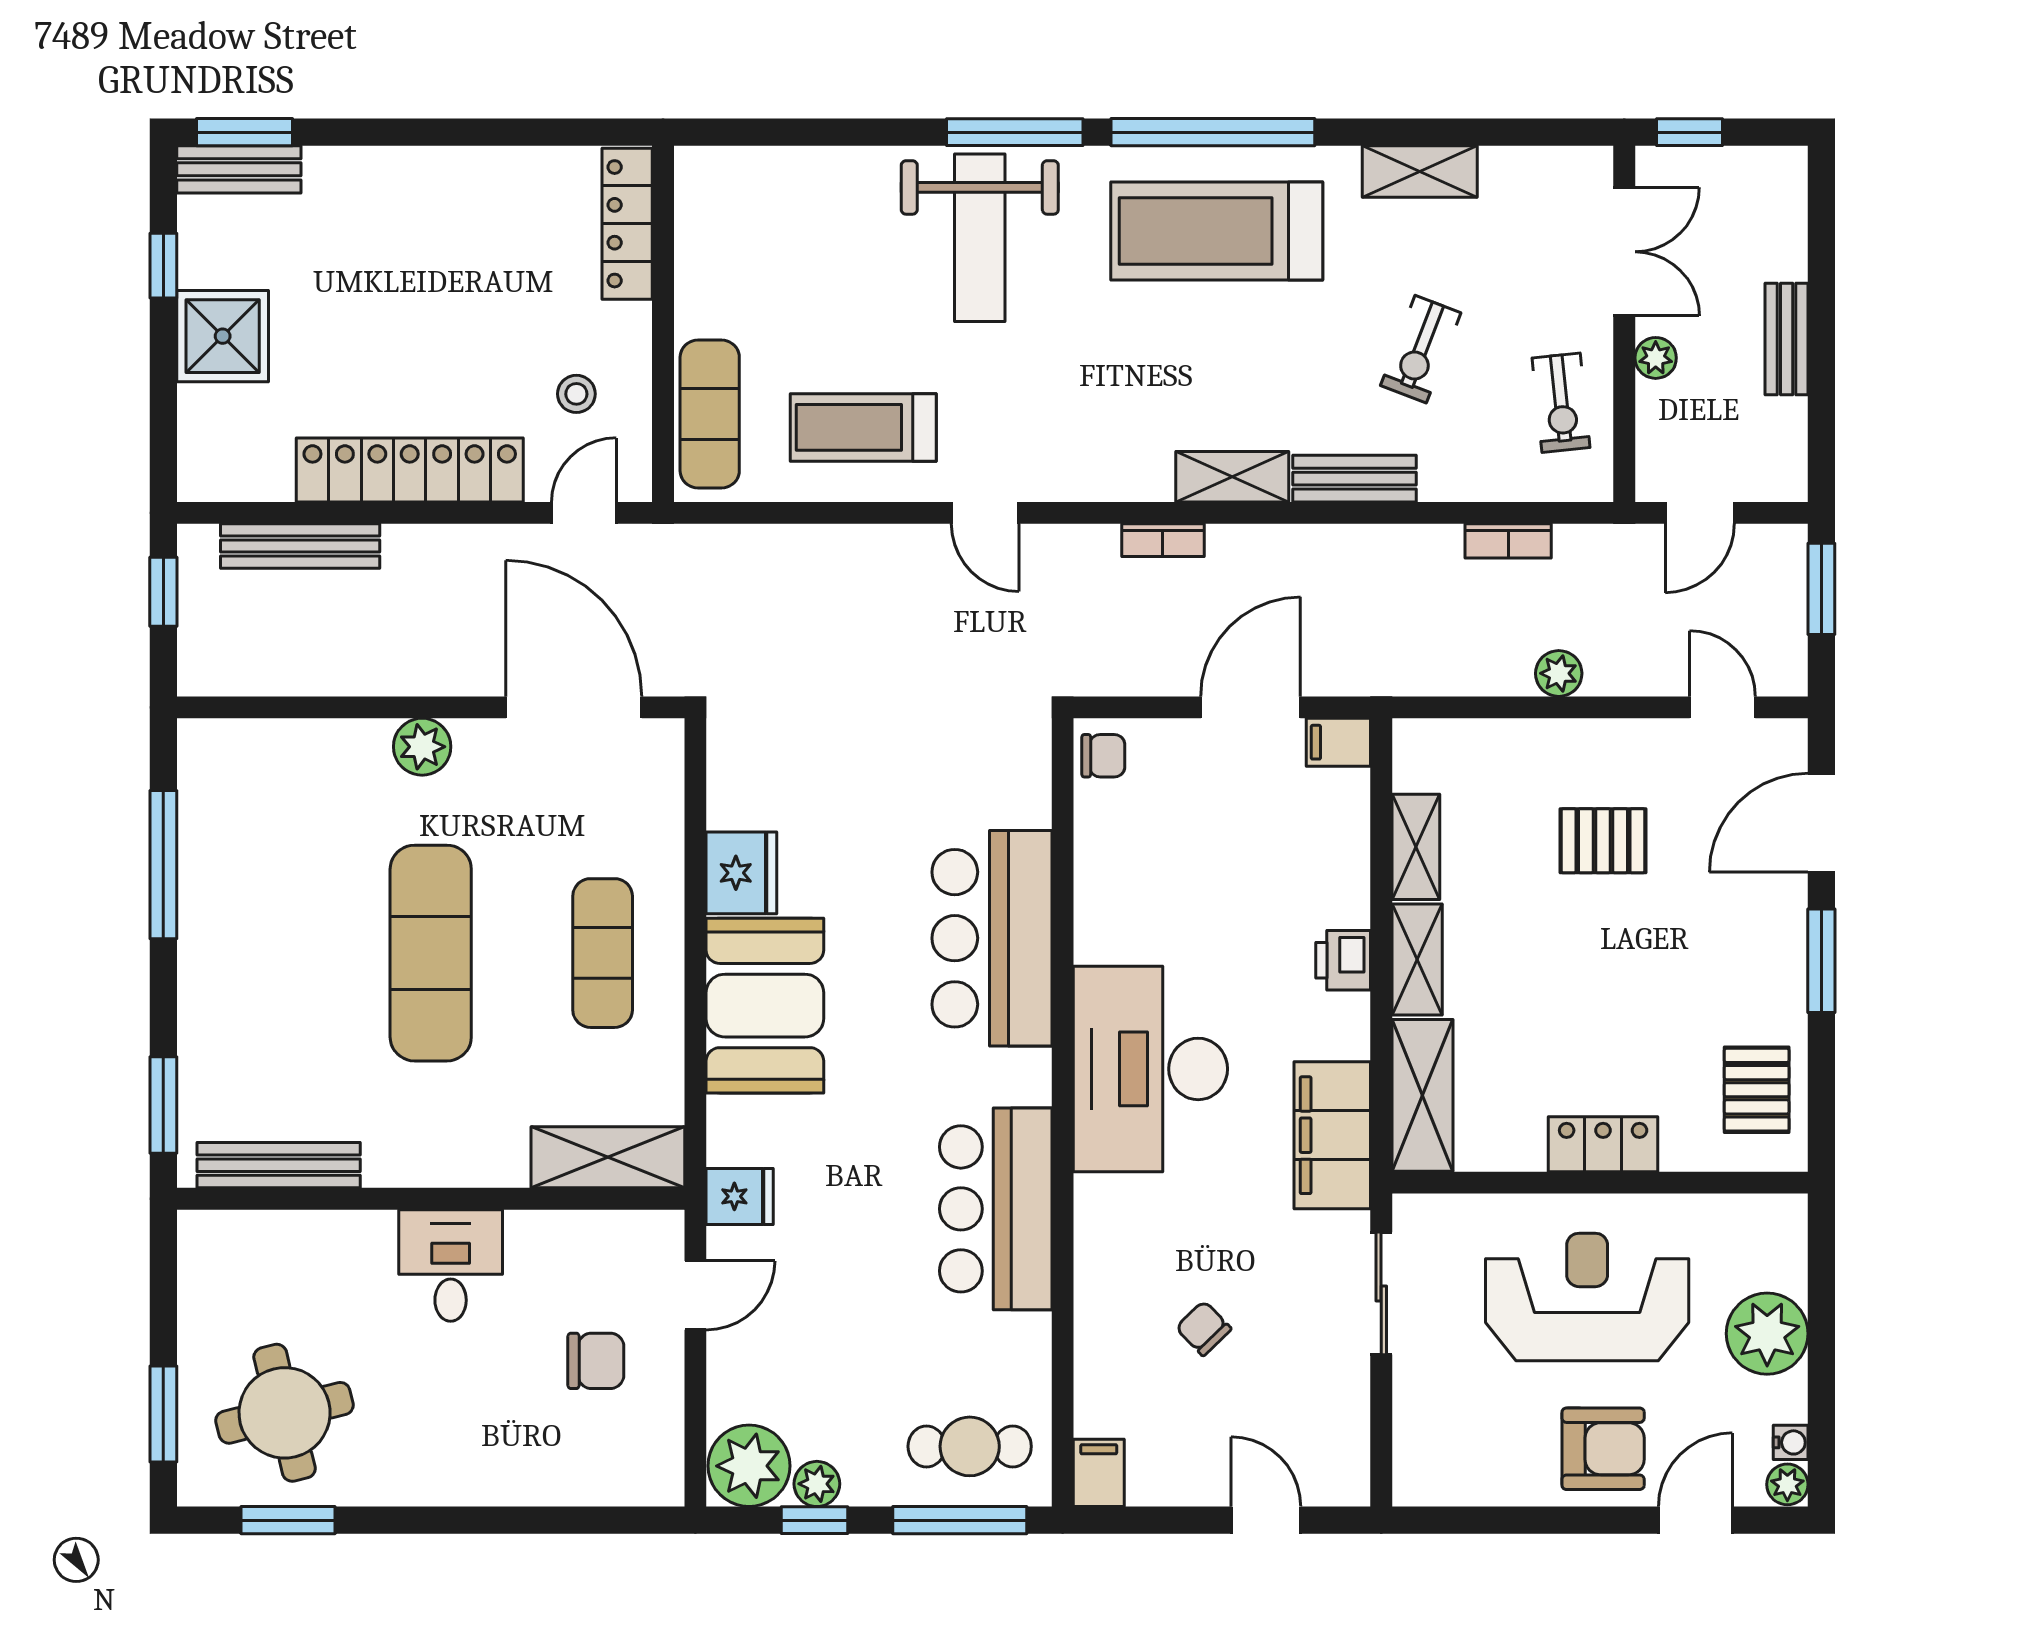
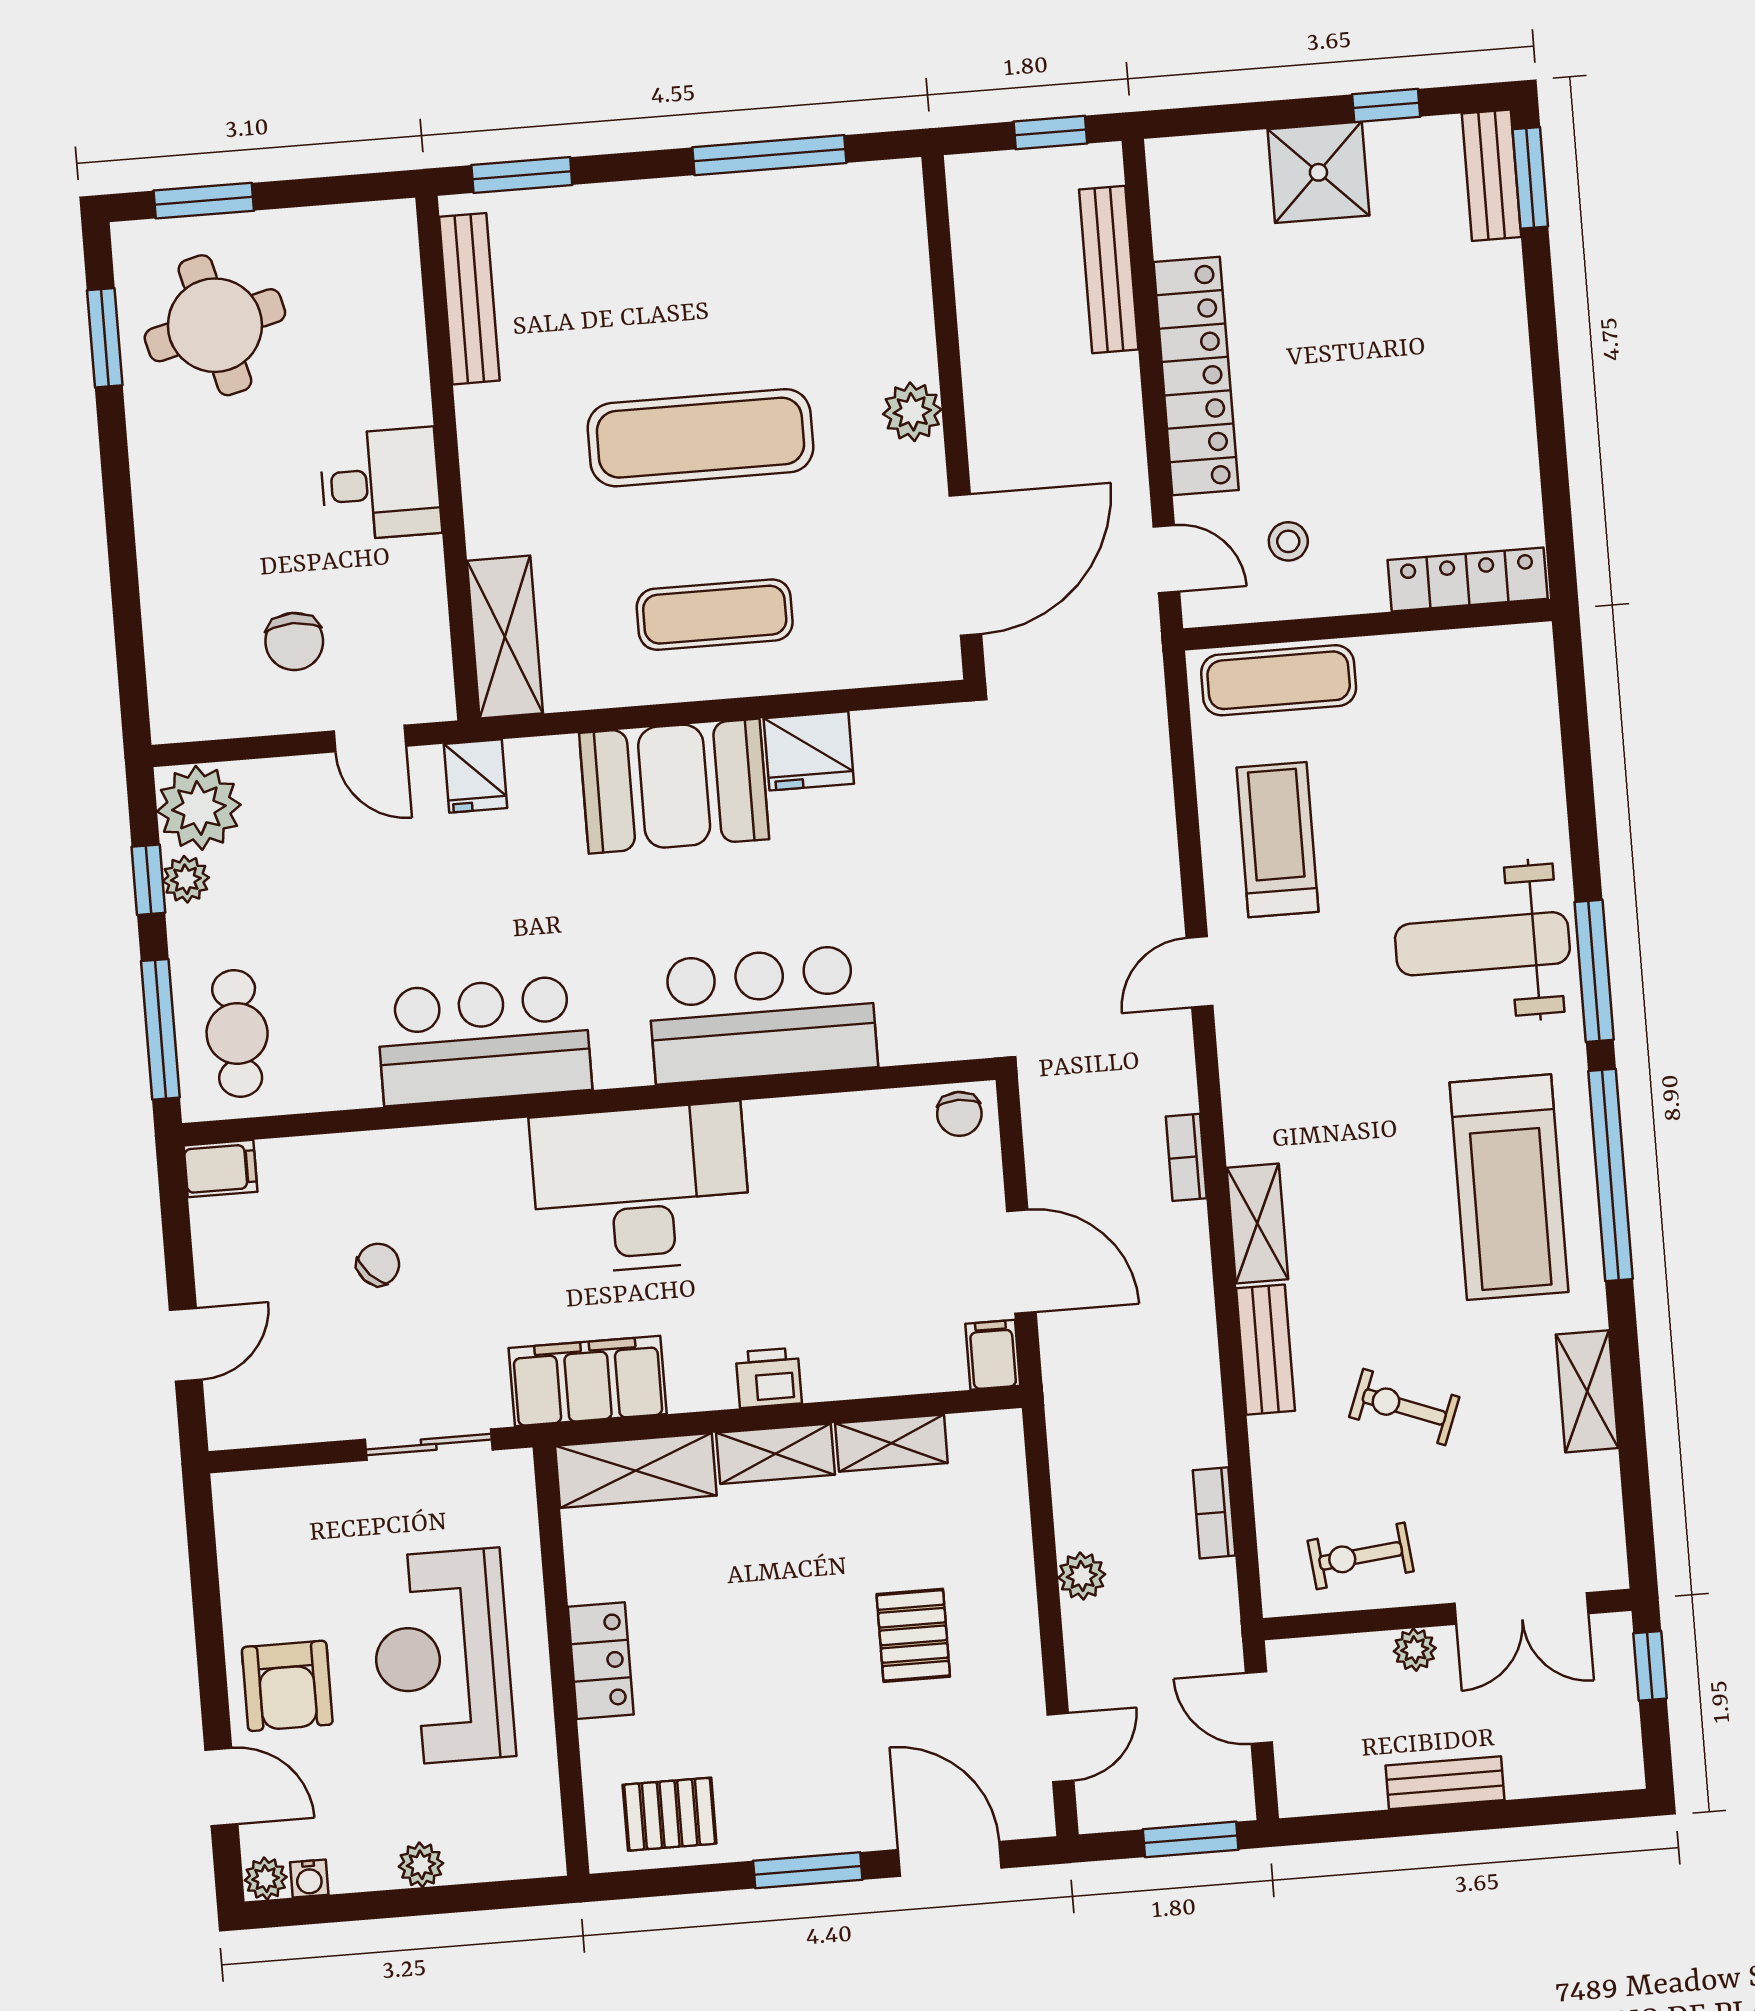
treadmill: (1217, 231) -> (1509, 1187), turned 180
reception desk: (1587, 1297) -> (442, 1657), turned 180
plant: (1767, 1334) -> (421, 1865), width x0.53, depth x0.53

